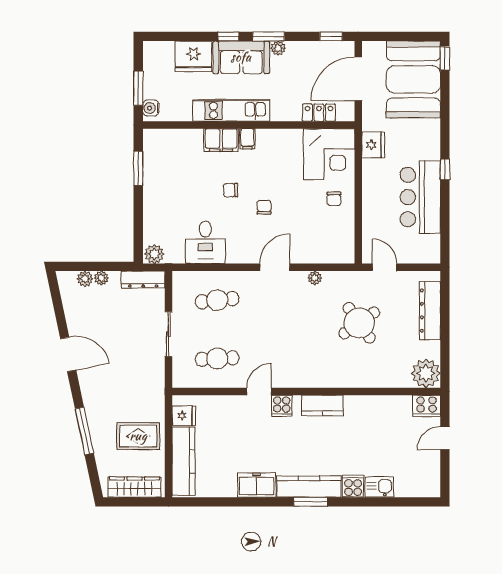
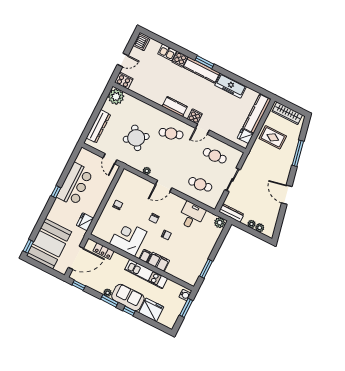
corner desk: (329, 154) -> (128, 238), moved
cafe table: (306, 359) -> (171, 134), added
dishwasher: (429, 482) -> (141, 42), added
freezer: (257, 485) -> (231, 86), width x1.40

